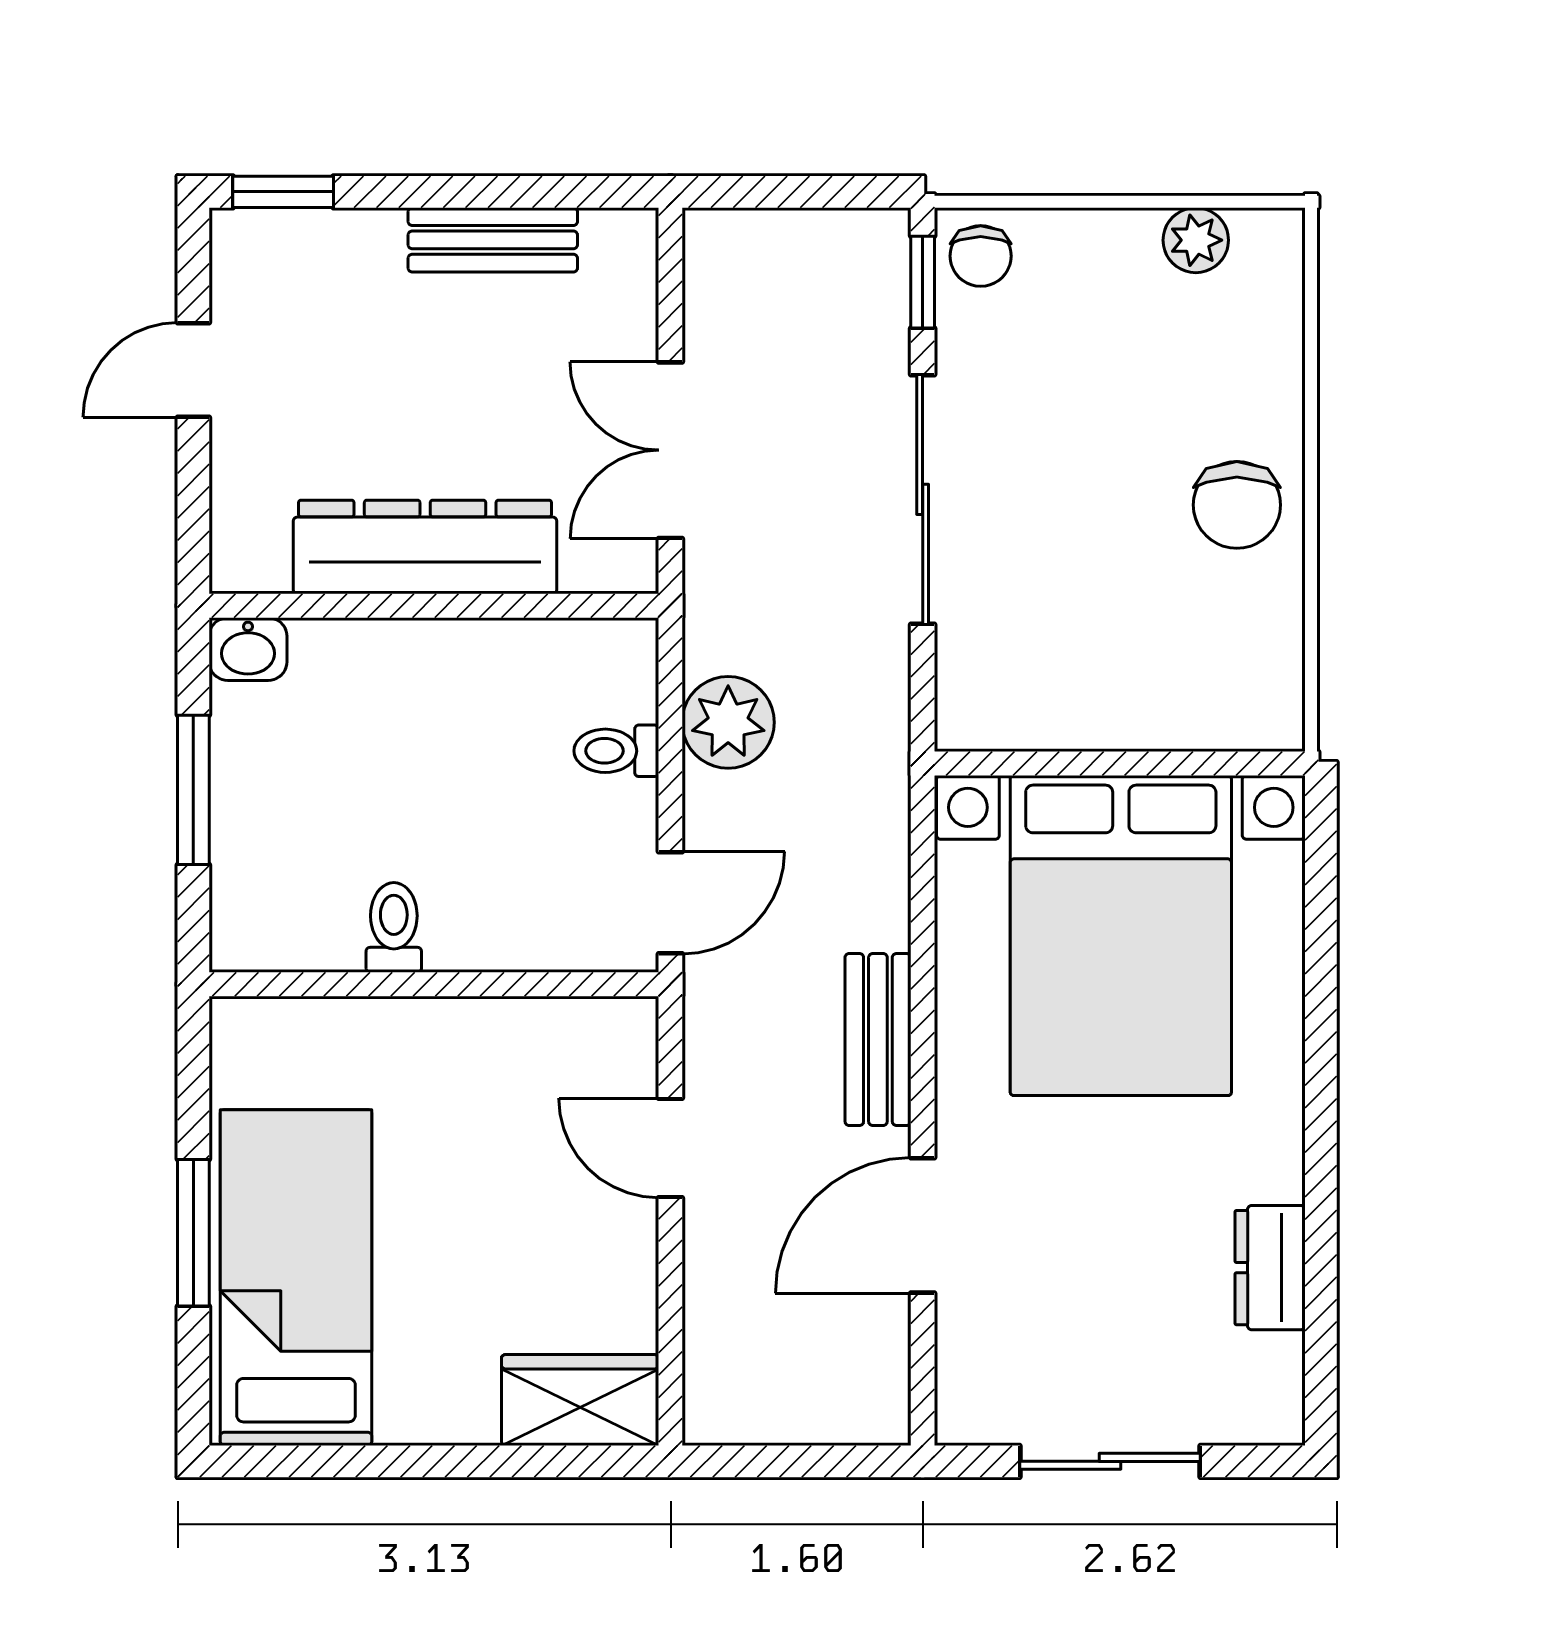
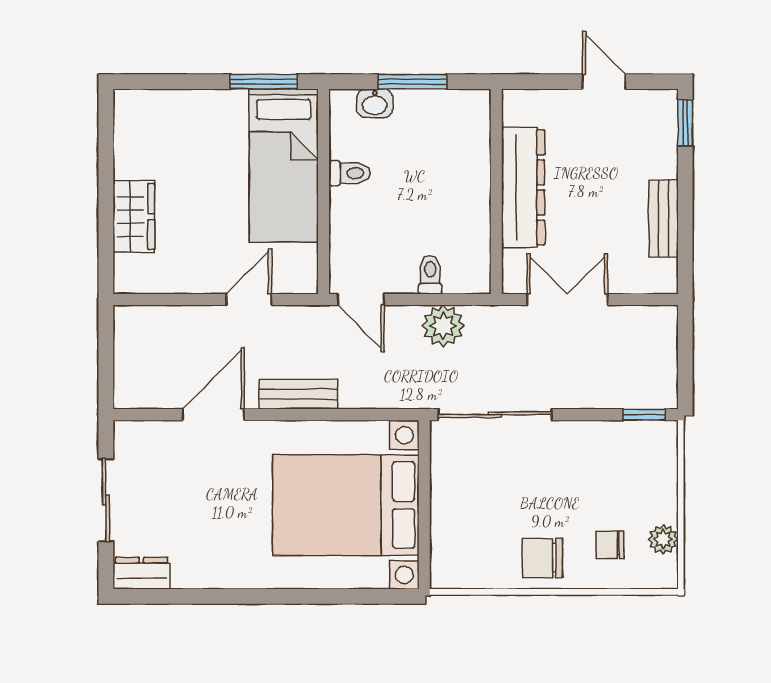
chair: (981, 256) -> (610, 545), moved
sliding door: (923, 499) -> (495, 415), moved
washbasin: (248, 649) -> (375, 103), moved, turned -90
door: (923, 1225) -> (213, 415), hinge flipped
window: (193, 1233) -> (264, 82), moved
dresser: (1270, 1268) -> (141, 573), moved
bed: (296, 1278) -> (284, 166), moved, turned 90
wardrobe: (580, 1400) -> (134, 217), moved

